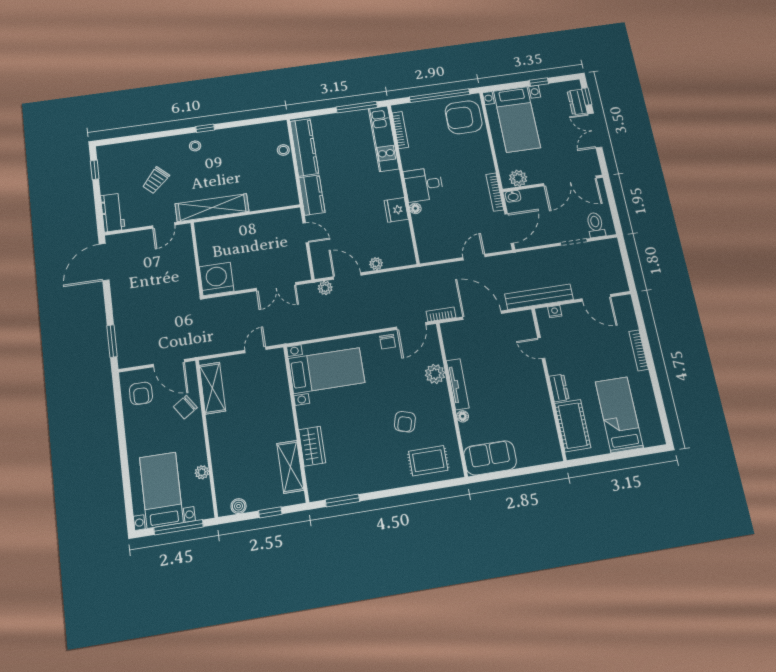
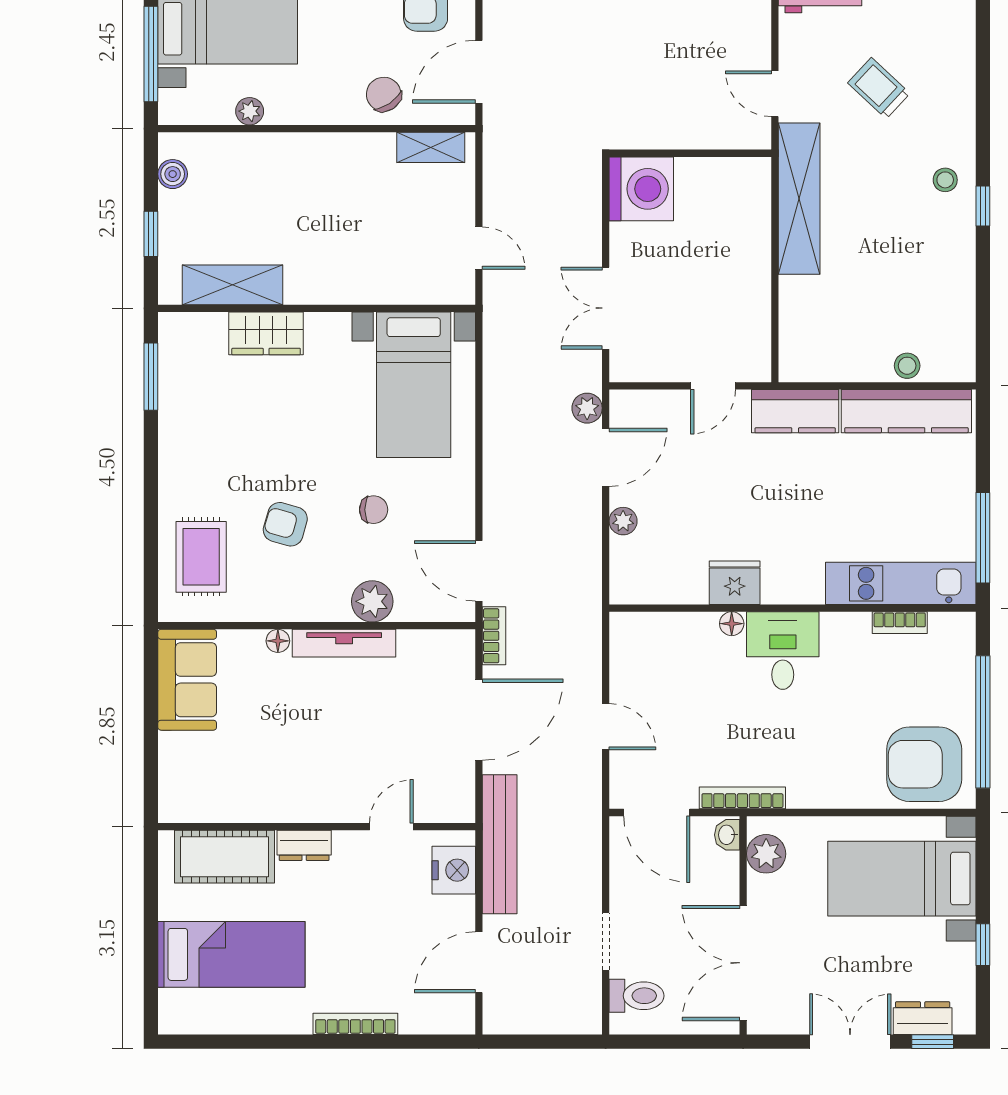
armchair: (464, 117) -> (924, 764), turned -90
bookcase: (400, 130) -> (900, 623), width x0.64
nightstand: (555, 312) -> (454, 870), width x1.89, depth x1.79
chair: (388, 342) -> (374, 510), moved, turned 180
shelving: (213, 388) -> (431, 147), width x0.67, depth x0.75

